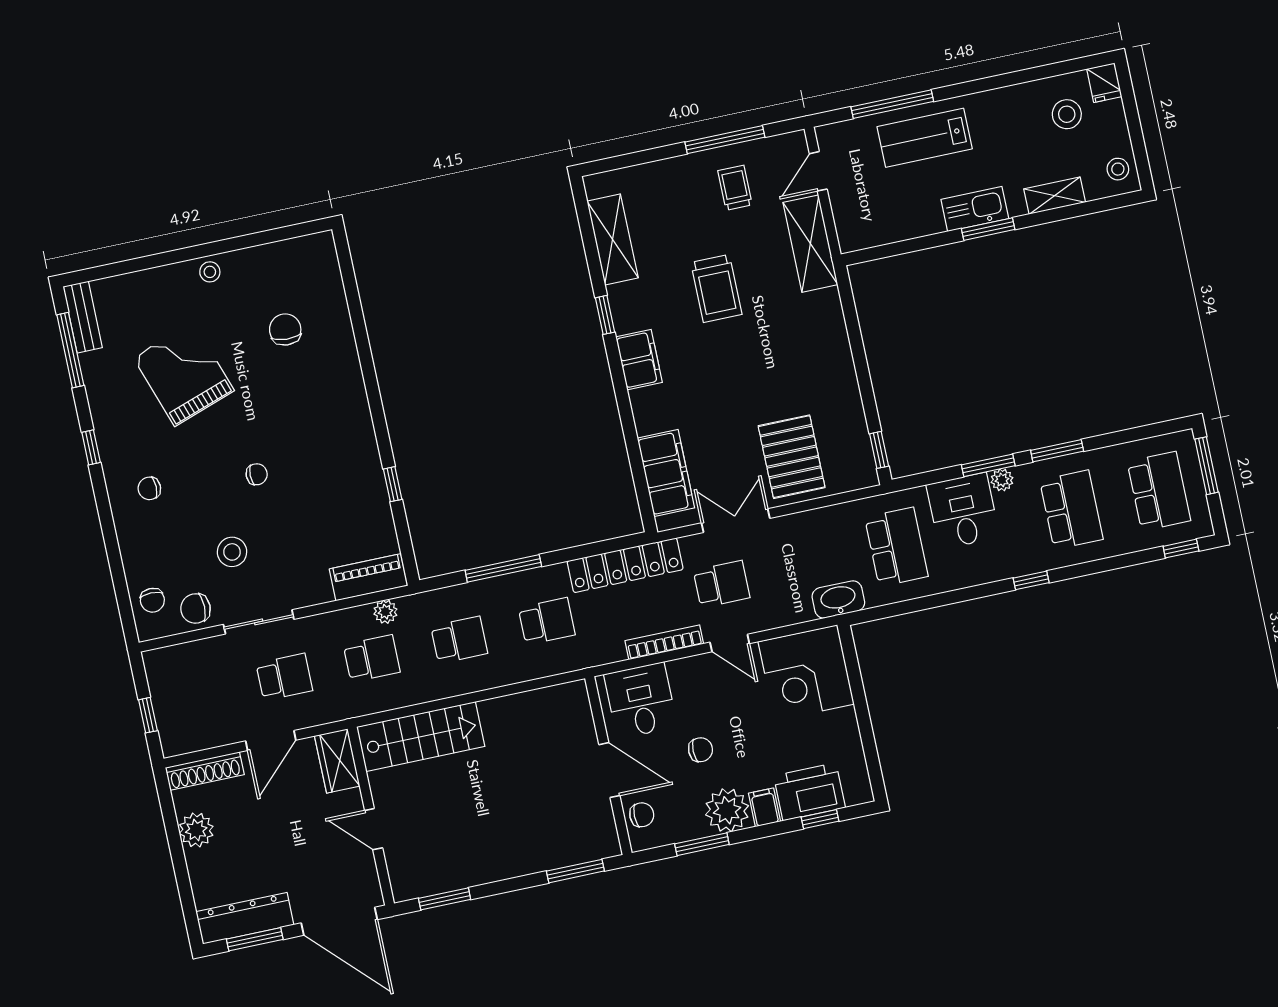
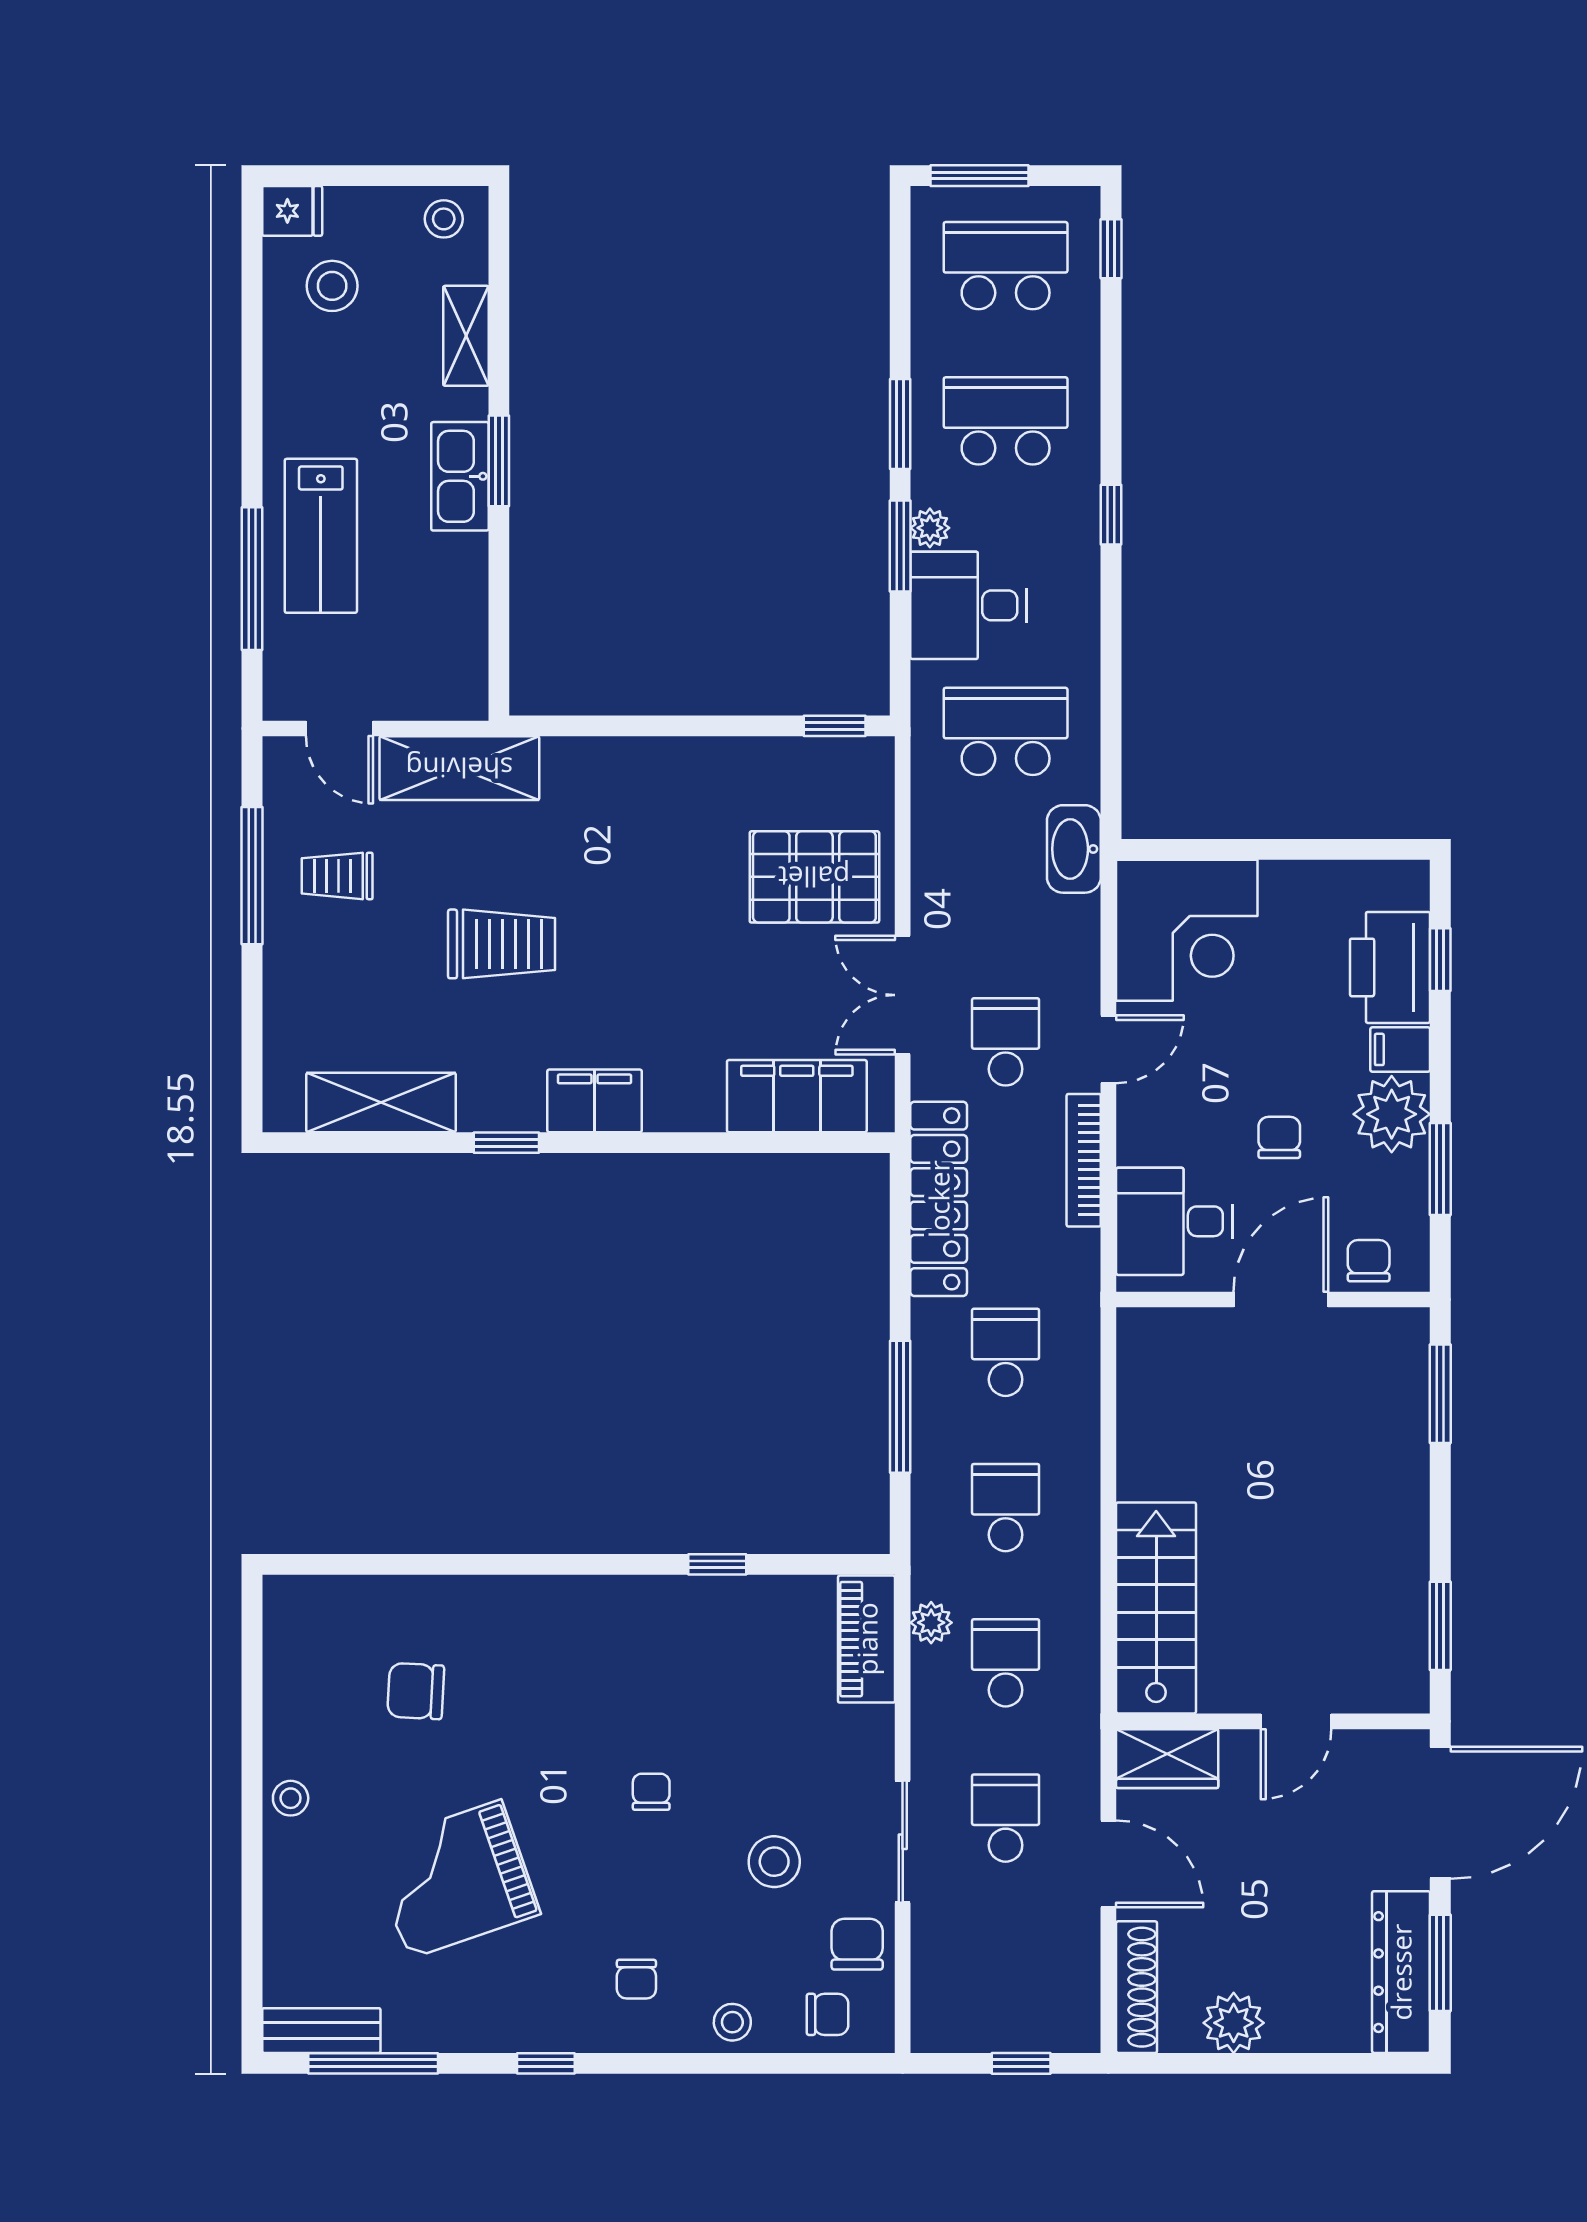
stool: (137, 548) -> (732, 2022), added
chair: (195, 609) -> (857, 1944), turned 180

